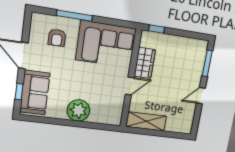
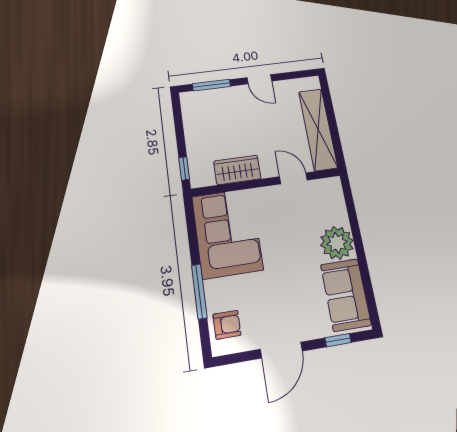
armchair: (57, 38) -> (227, 325), moved
door: (130, 86) -> (293, 178), moved
sofa: (35, 93) -> (346, 295), moved, turned -90
shelving: (146, 121) -> (318, 129), width x1.47

